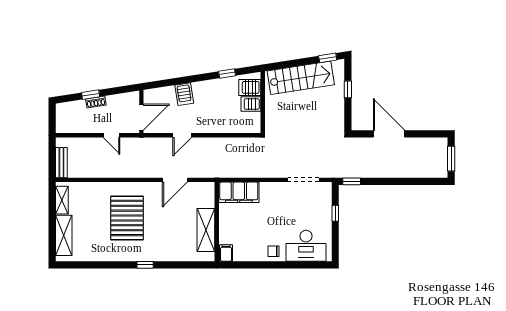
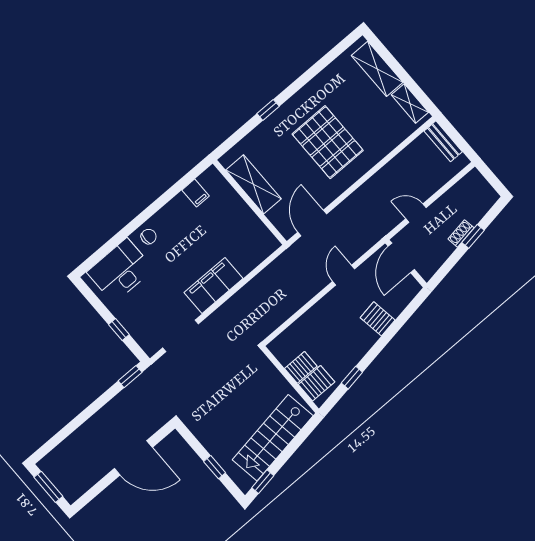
filing cabinet: (239, 192) -> (213, 285), moved
wall: (217, 222) -> (250, 202), moved
shelving: (206, 230) -> (254, 184), moved

